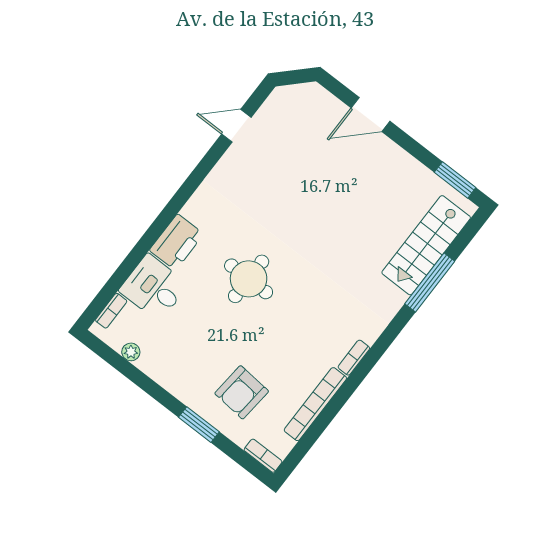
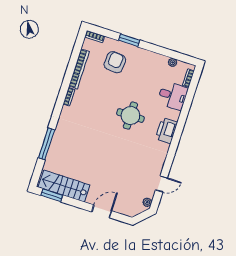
plant: (276, 101) -> (147, 202), added
printer: (177, 242) -> (166, 131), moved
stairs: (426, 245) -> (64, 186), moved, turned -90

